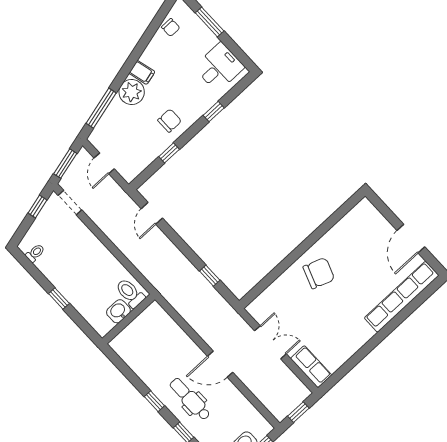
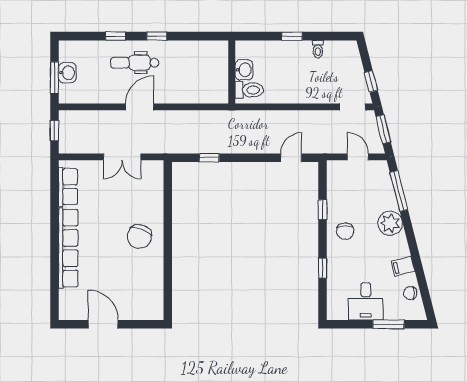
desk: (219, 67) -> (366, 301), moved
filing cabinet: (142, 72) -> (403, 266), moved
door: (152, 213) -> (291, 158), hinge flipped
toilet: (35, 253) -> (318, 49), moved
row of seats: (402, 297) -> (68, 248), moved
row of seats: (311, 367) -> (68, 187), moved, turned -90
dental chair: (190, 399) -> (135, 63), turned 180

